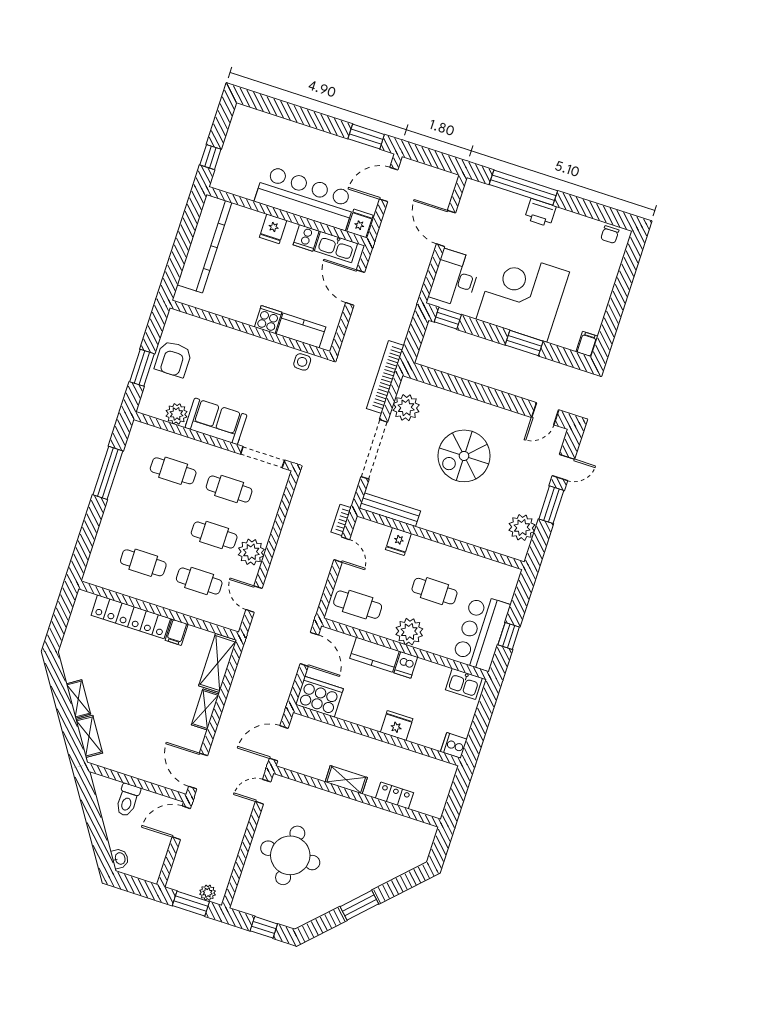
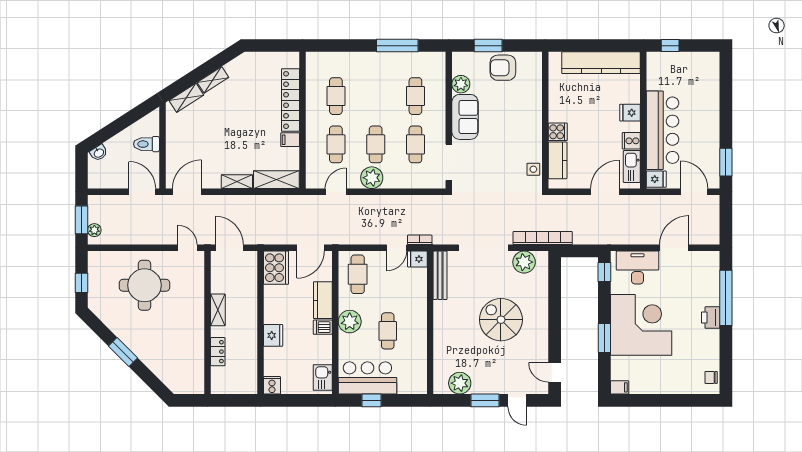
fridge: (398, 542) -> (417, 259), moved

